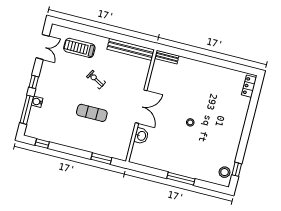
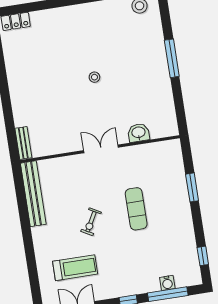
treadmill: (79, 48) -> (75, 268), moved, turned -90
water cooler: (37, 102) -> (167, 283), moved
double door: (141, 107) -> (101, 149), width x0.73
window: (101, 159) -> (192, 187), moved

